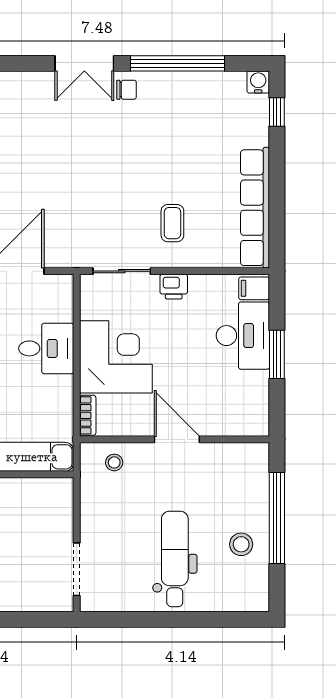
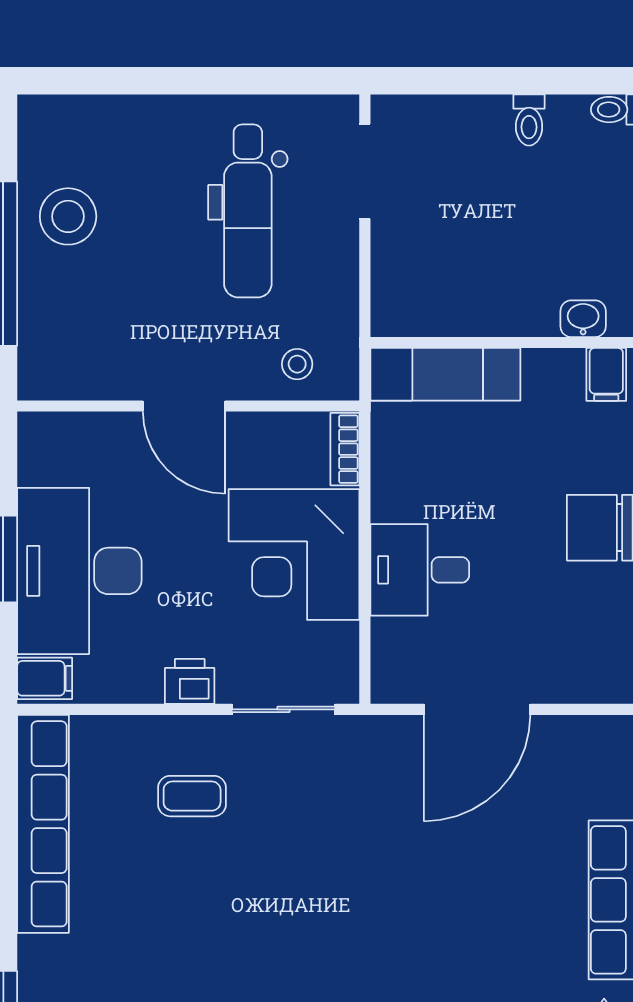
coffee table: (172, 223) -> (192, 796), turned 90
desk: (243, 336) -> (79, 571), width x1.36, depth x1.30
stool: (241, 544) -> (68, 216), width x1.38, depth x1.38
dental chair: (175, 559) -> (248, 211), moved

